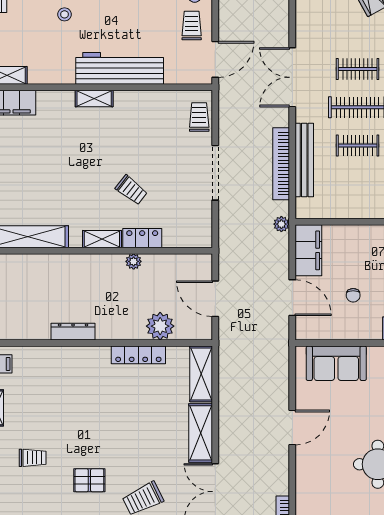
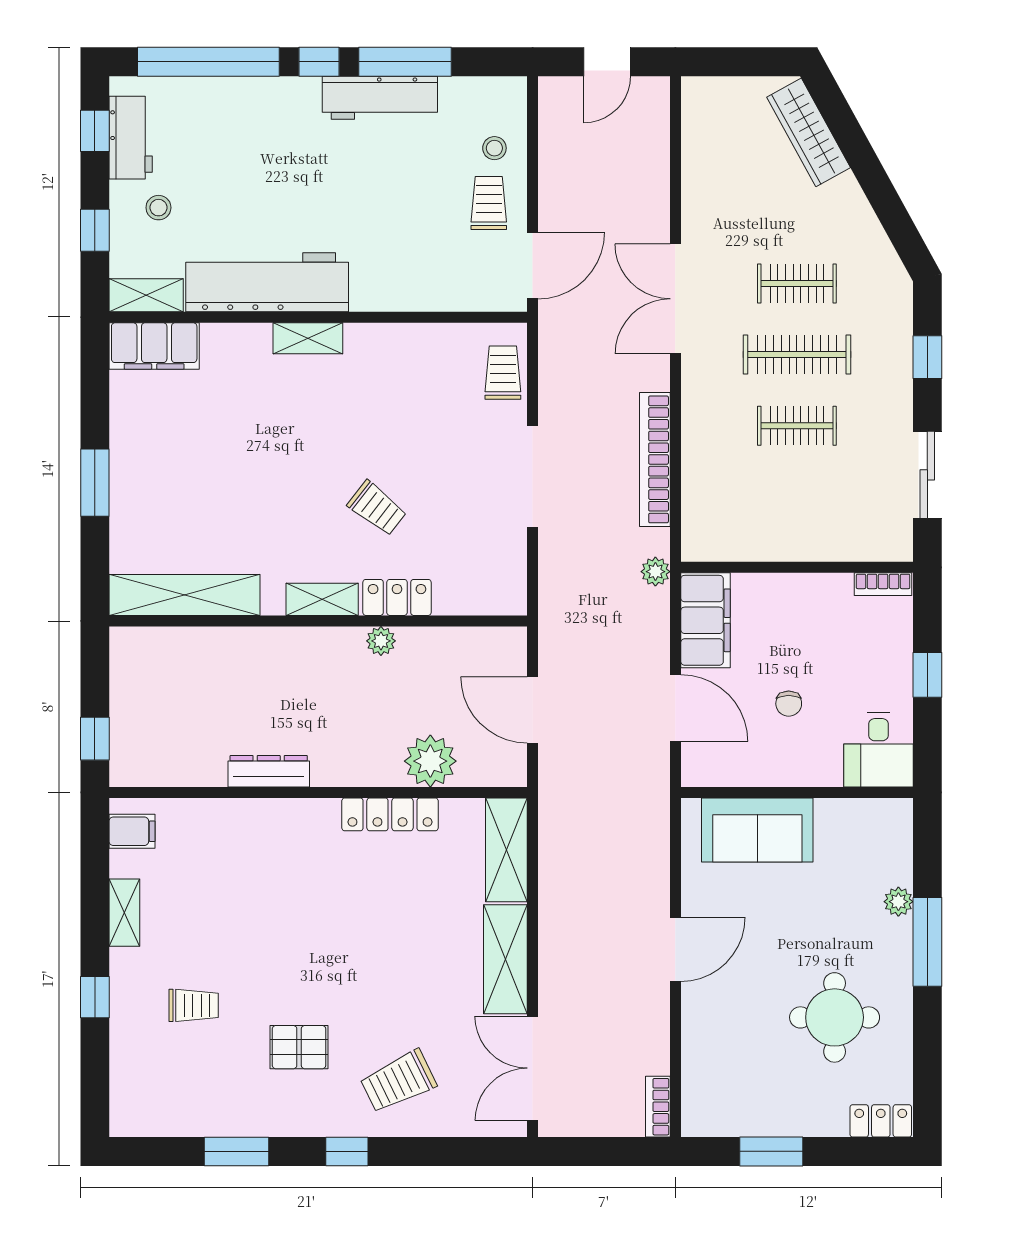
stool: (65, 14) -> (158, 208), moved
workbench: (120, 68) -> (267, 282), moved
bench: (304, 160) -> (698, 452), removed

